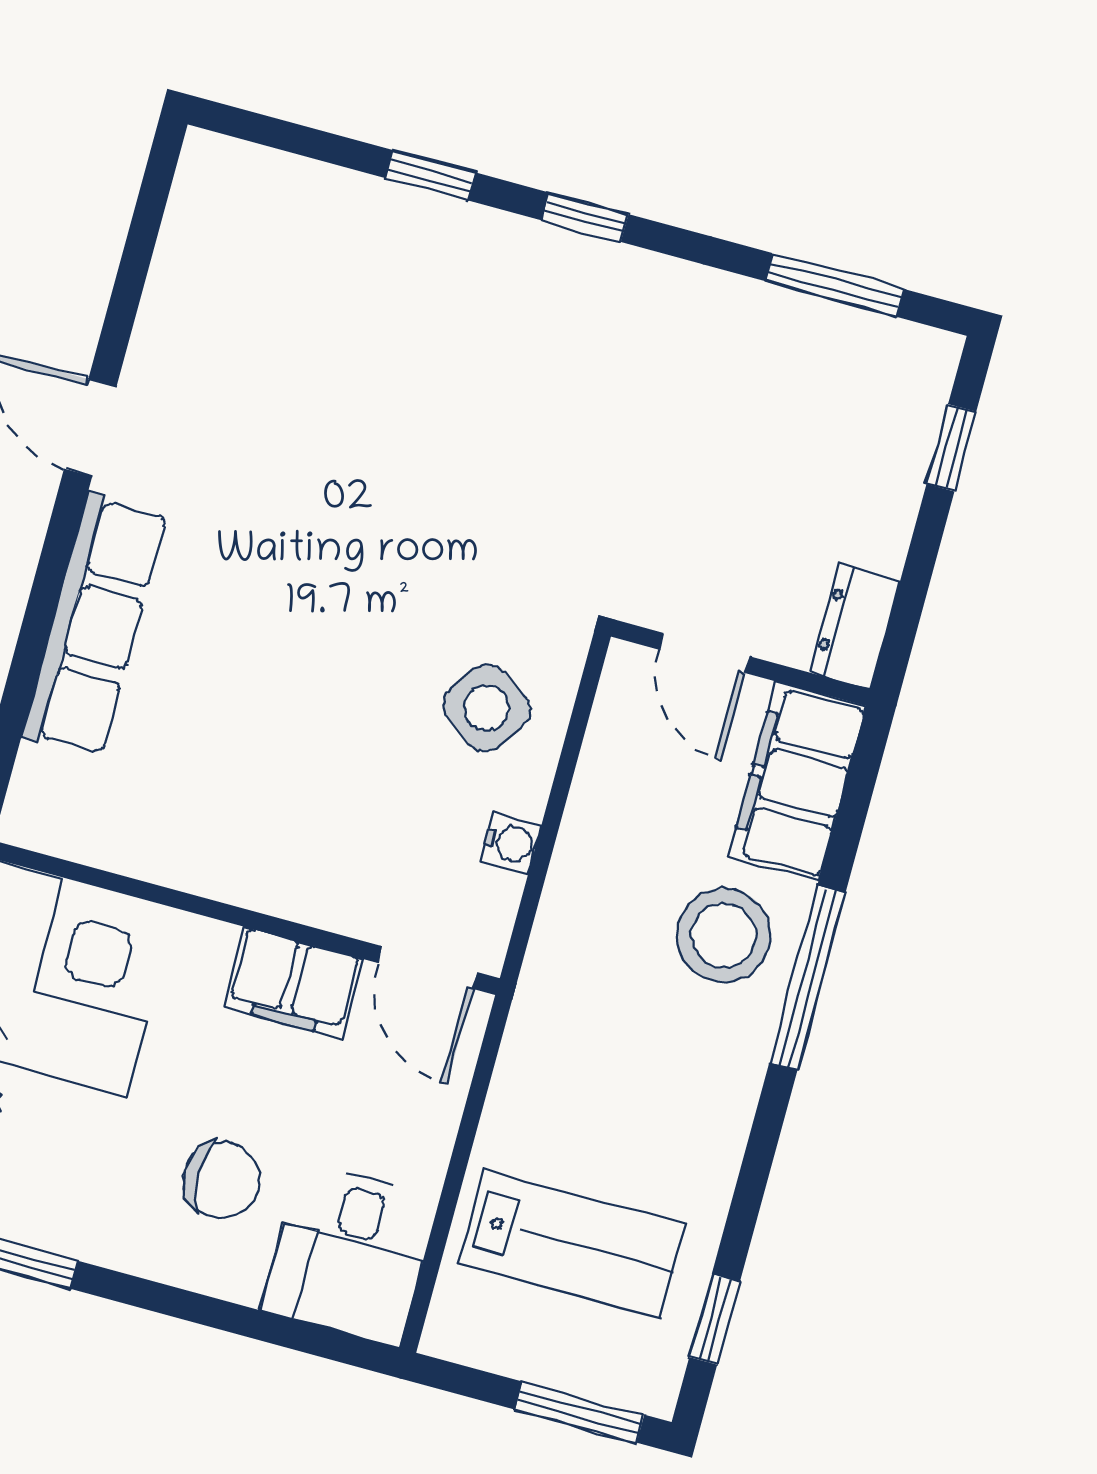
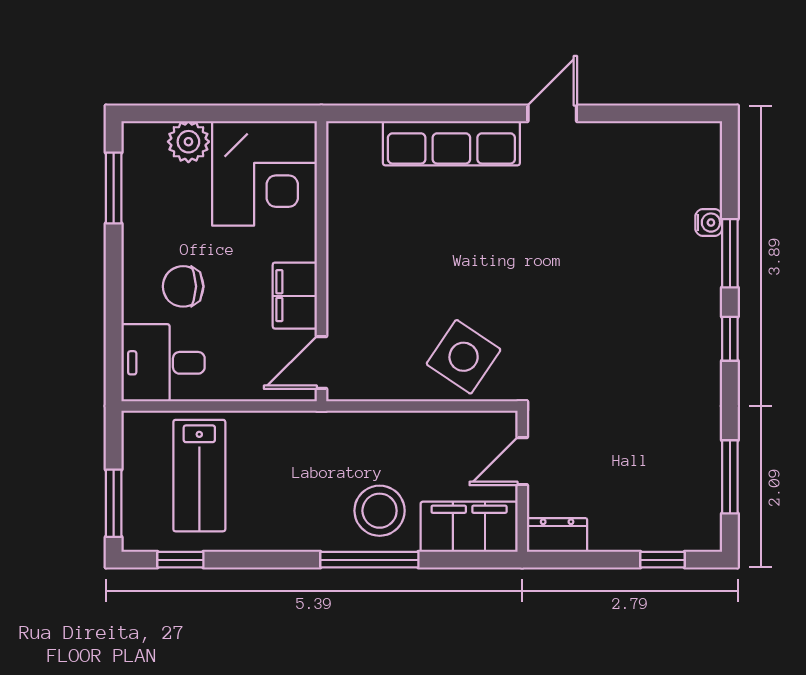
window: (430, 175) -> (730, 253), width x1.50
side table: (487, 708) -> (464, 357), width x1.37, depth x1.37
water cooler: (511, 843) -> (709, 223), moved, turned -90
chair: (222, 1180) -> (183, 286), turned 90

